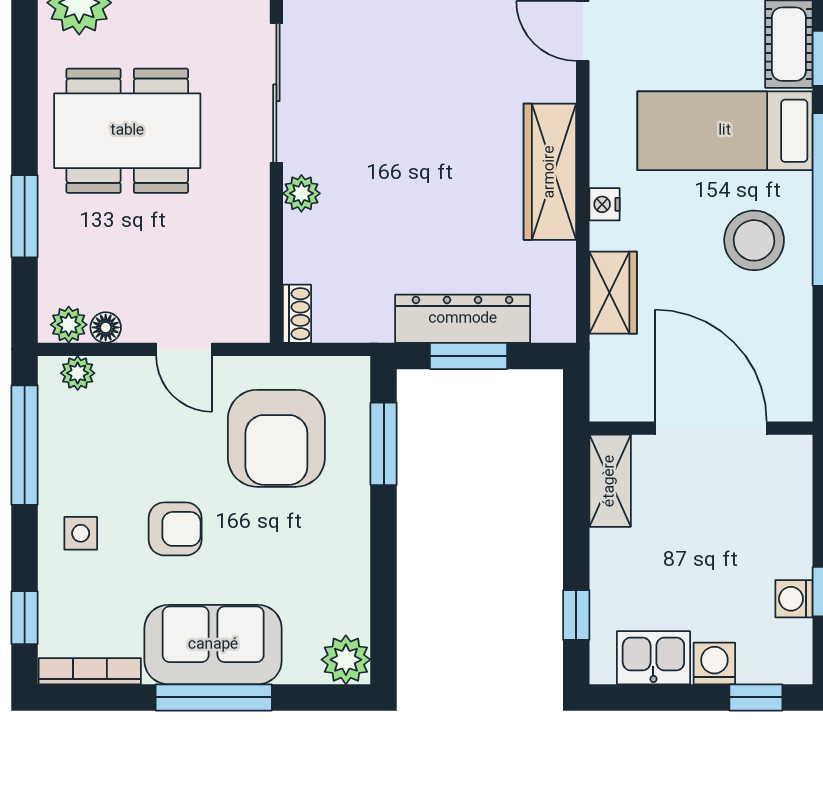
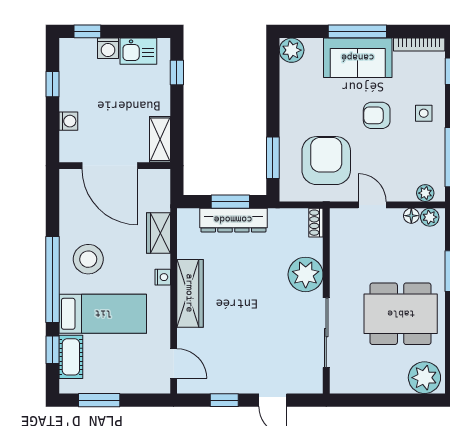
plant: (301, 193) -> (306, 274), width x1.88, depth x1.88
washing machine: (794, 599) -> (68, 121), moved

